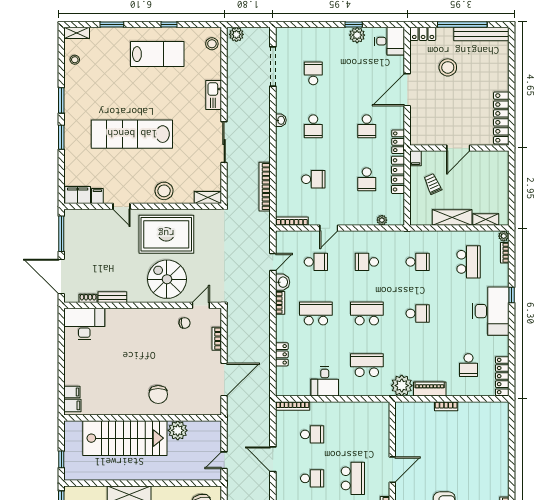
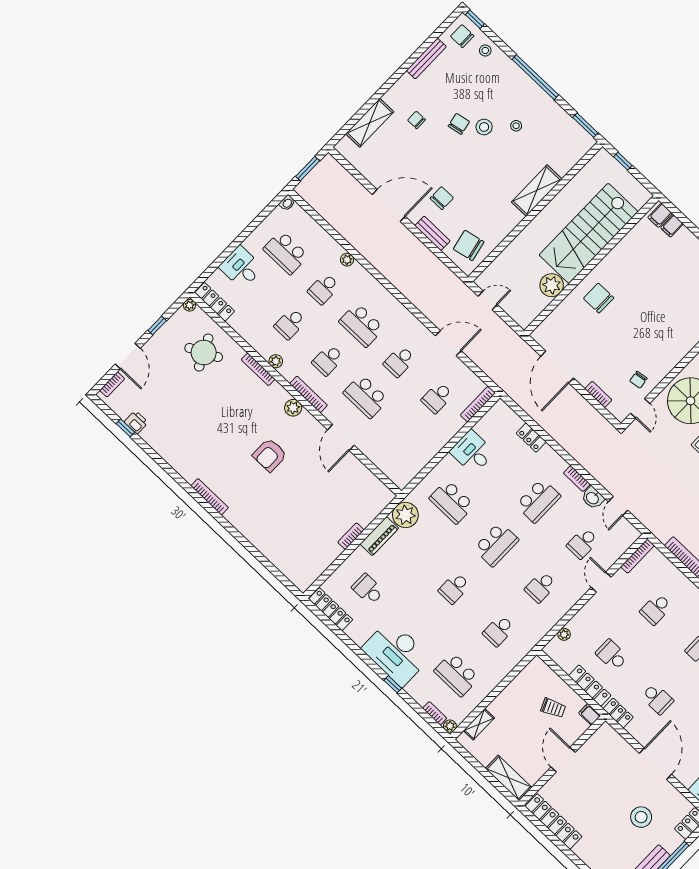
school desk: (367, 126) -> (657, 699), turned 180
shelving: (452, 217) -> (509, 778), moved, turned 90
school desk: (367, 262) -> (541, 587), turned 180
school desk: (367, 365) -> (452, 502), turned 90
door: (224, 460) -> (488, 300), hinge flipped

